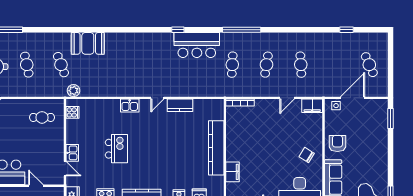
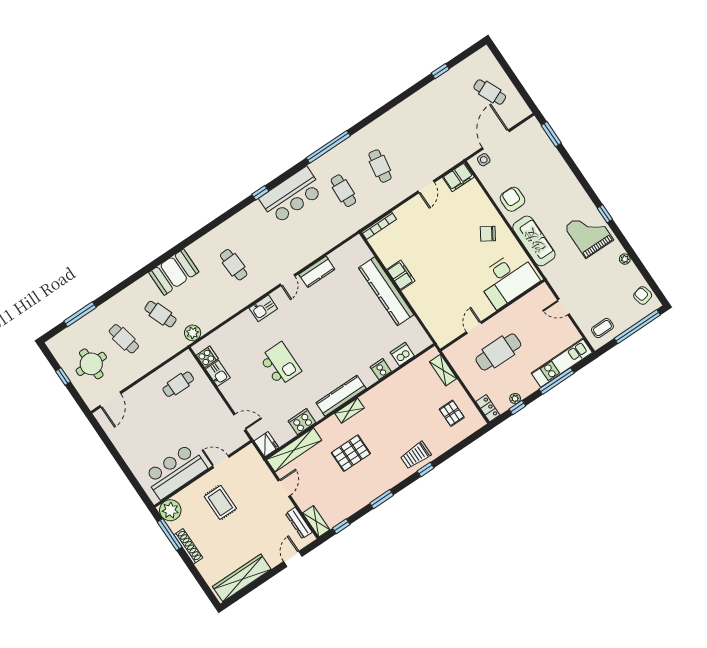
cafe table: (301, 65) -> (234, 265), moved
kitchen sink: (72, 153) -> (218, 373), moved
filing cabinet: (233, 172) -> (401, 275), moved

